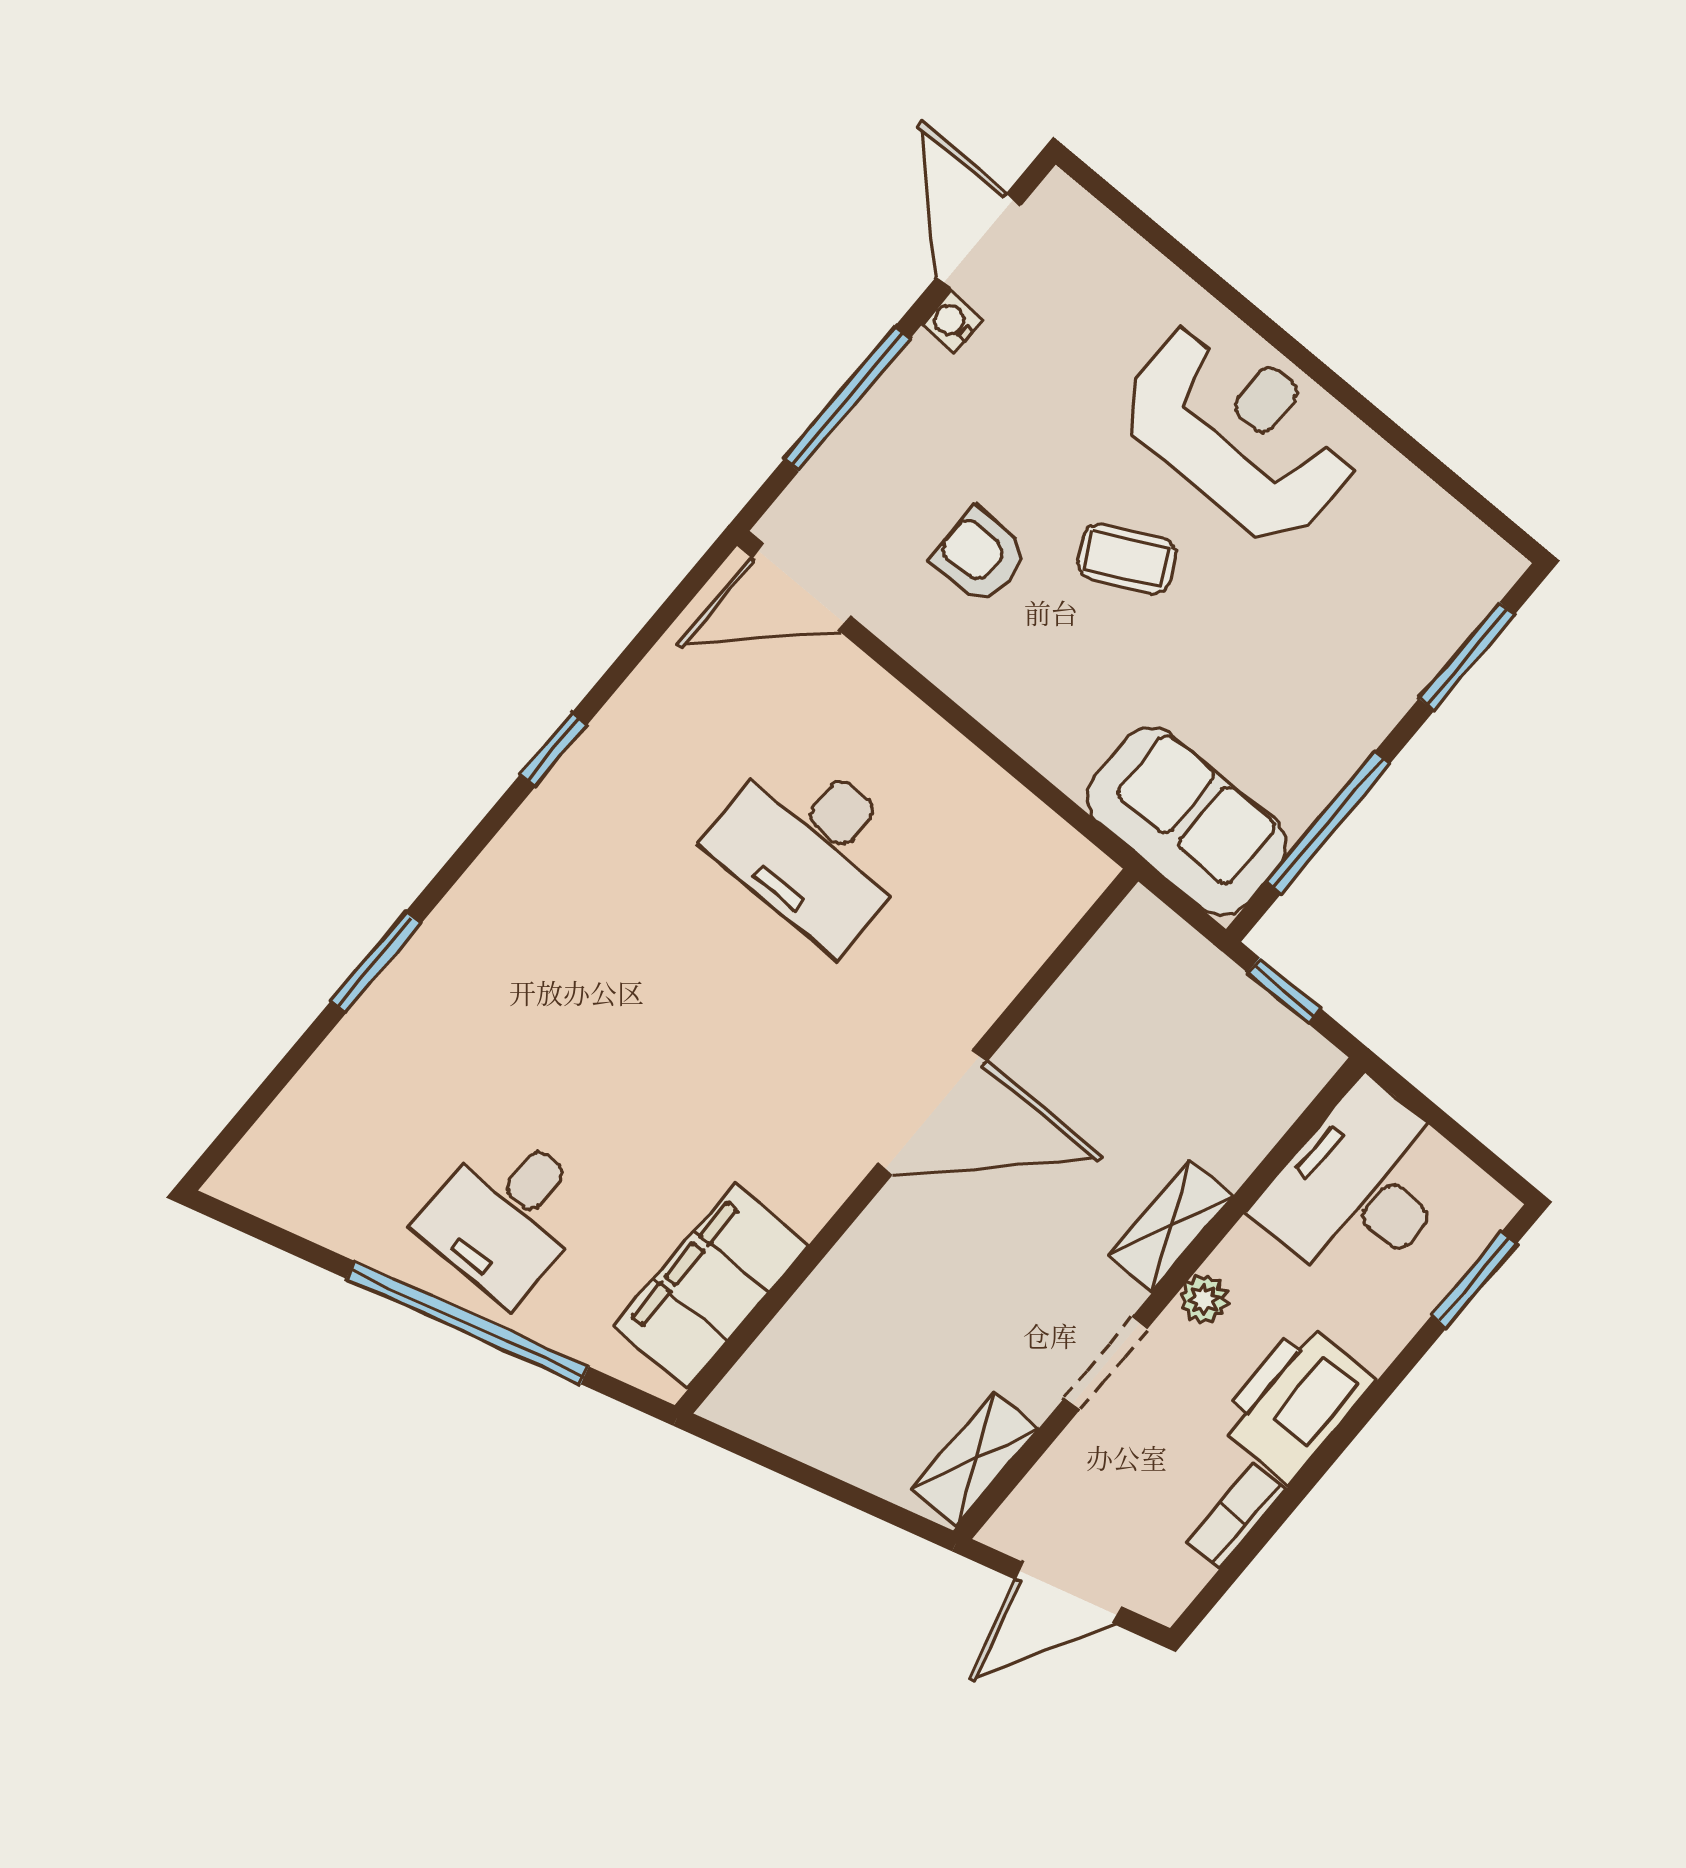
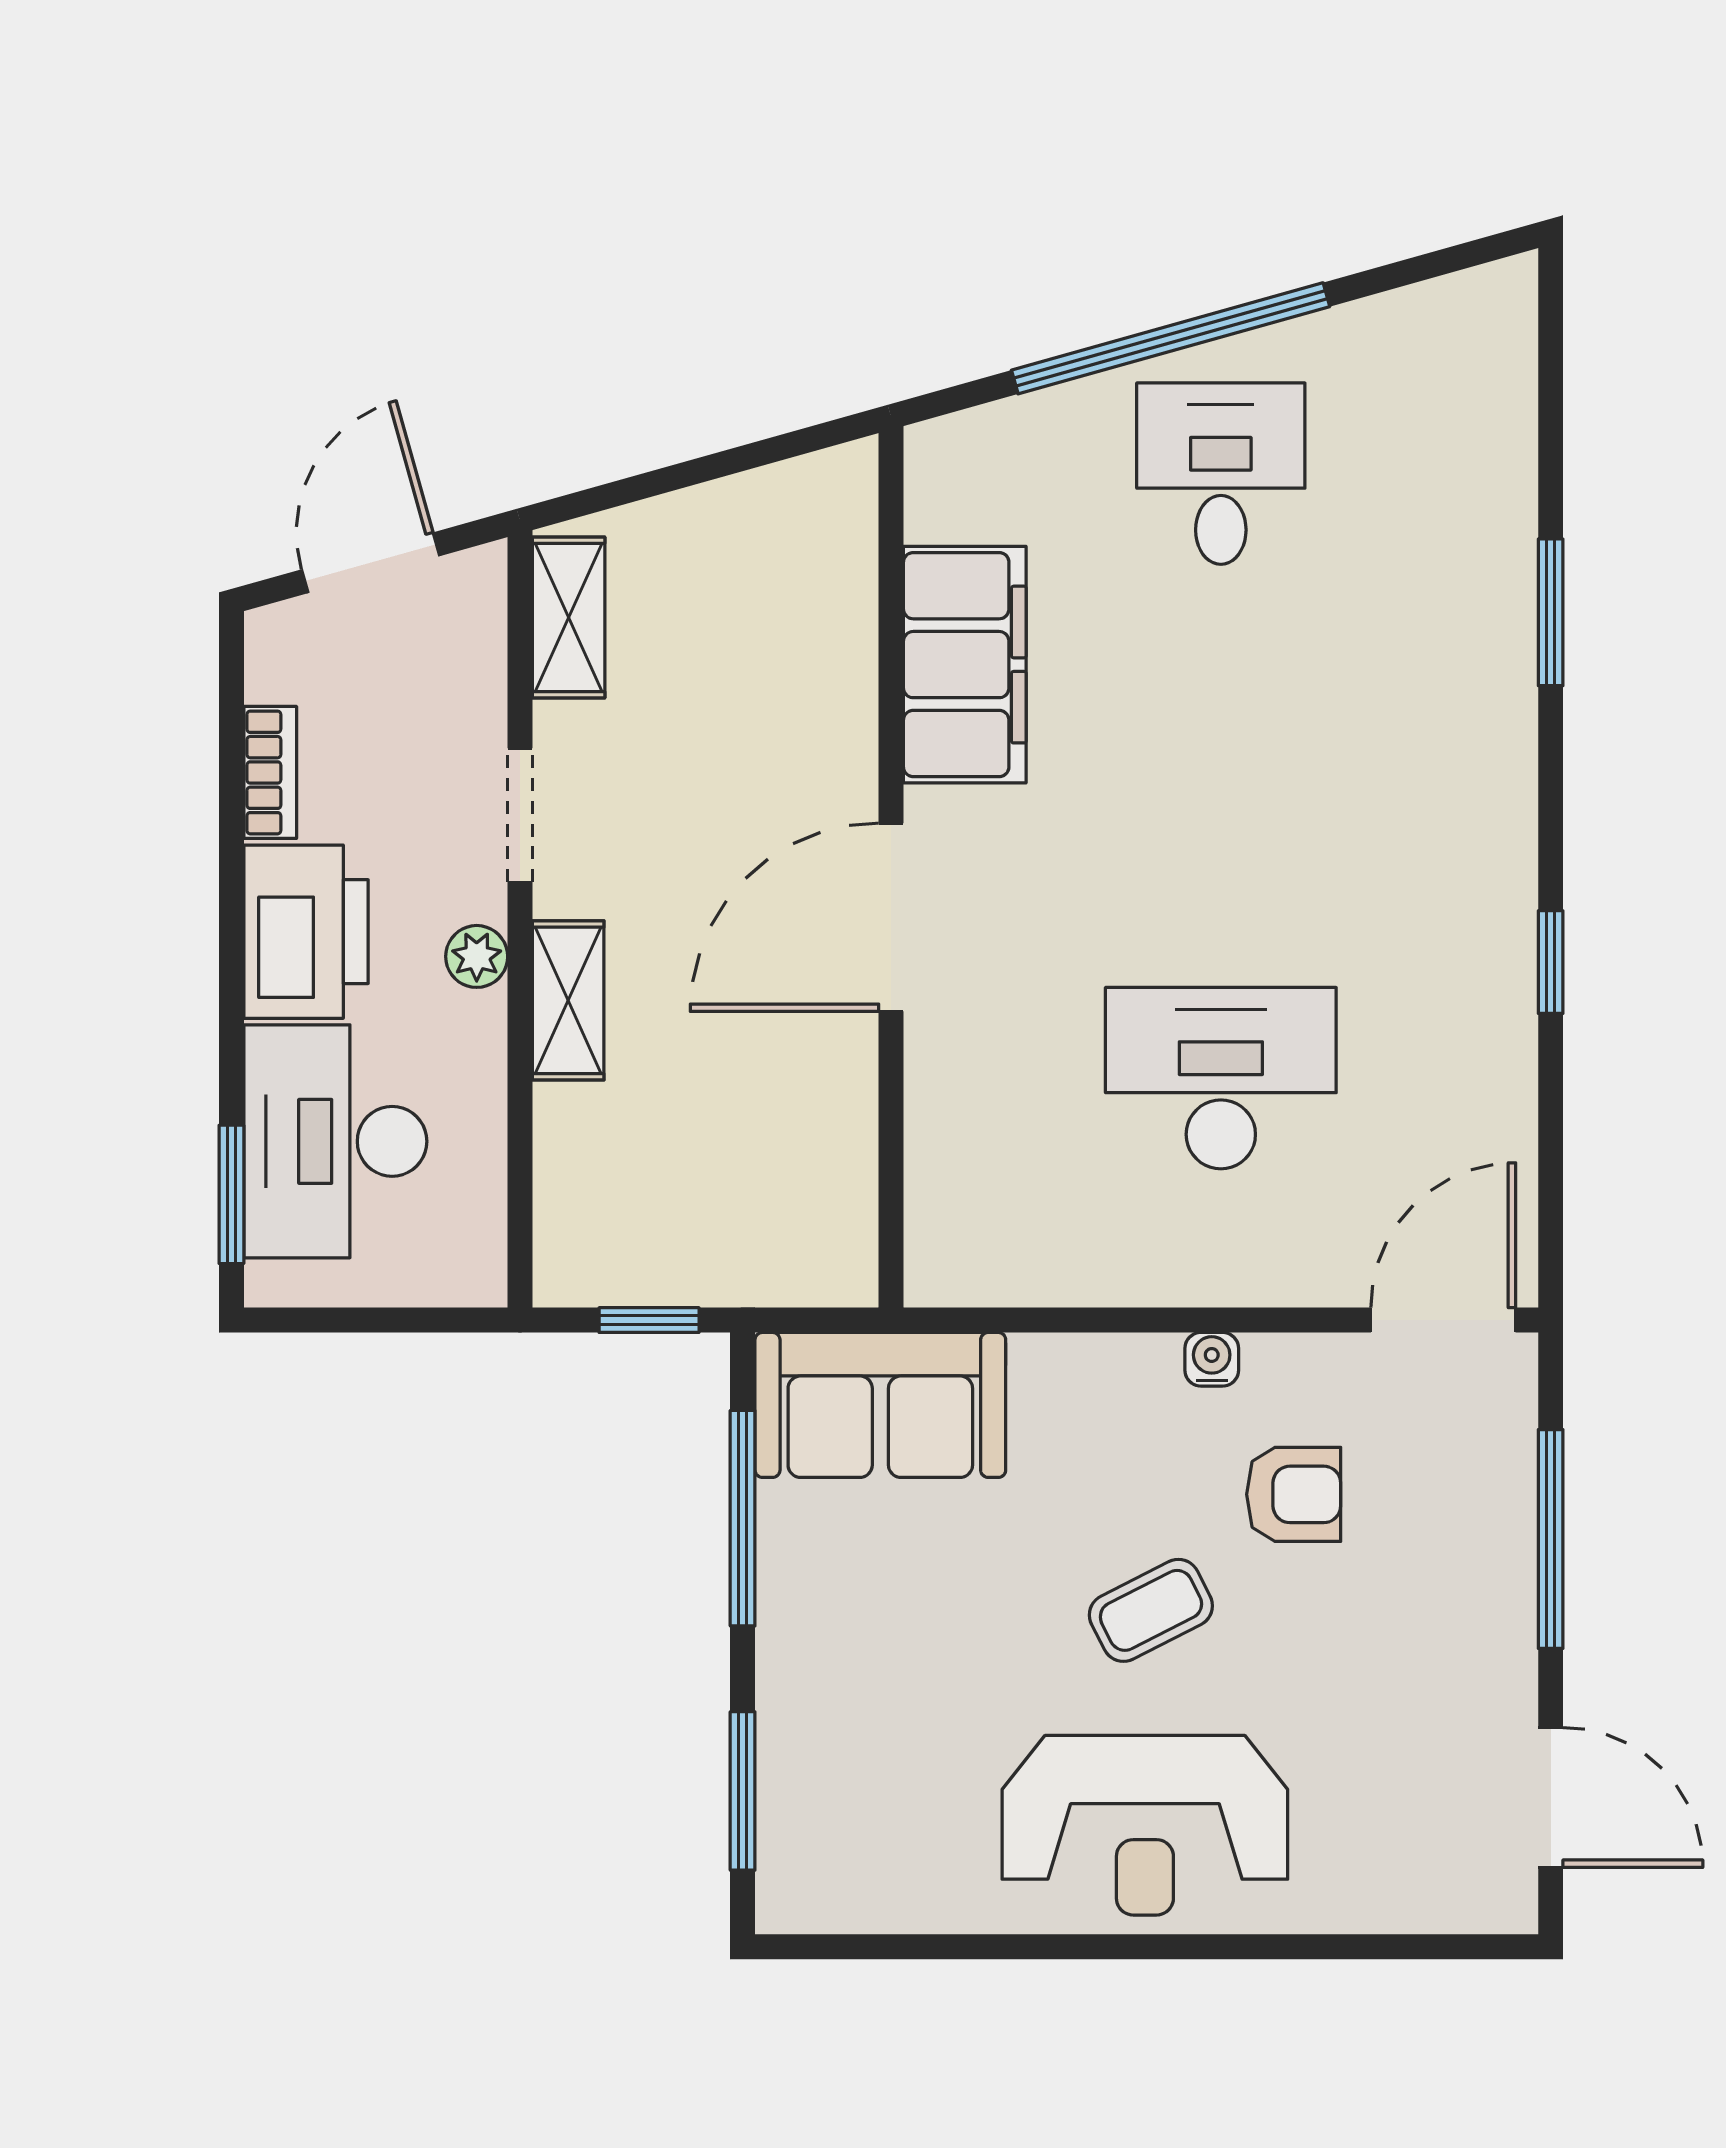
water cooler: (952, 322) -> (1212, 1359), moved, turned -90
desk: (1360, 1187) -> (335, 1141), moved, turned 180
filing cabinet: (711, 1286) -> (965, 665), moved

